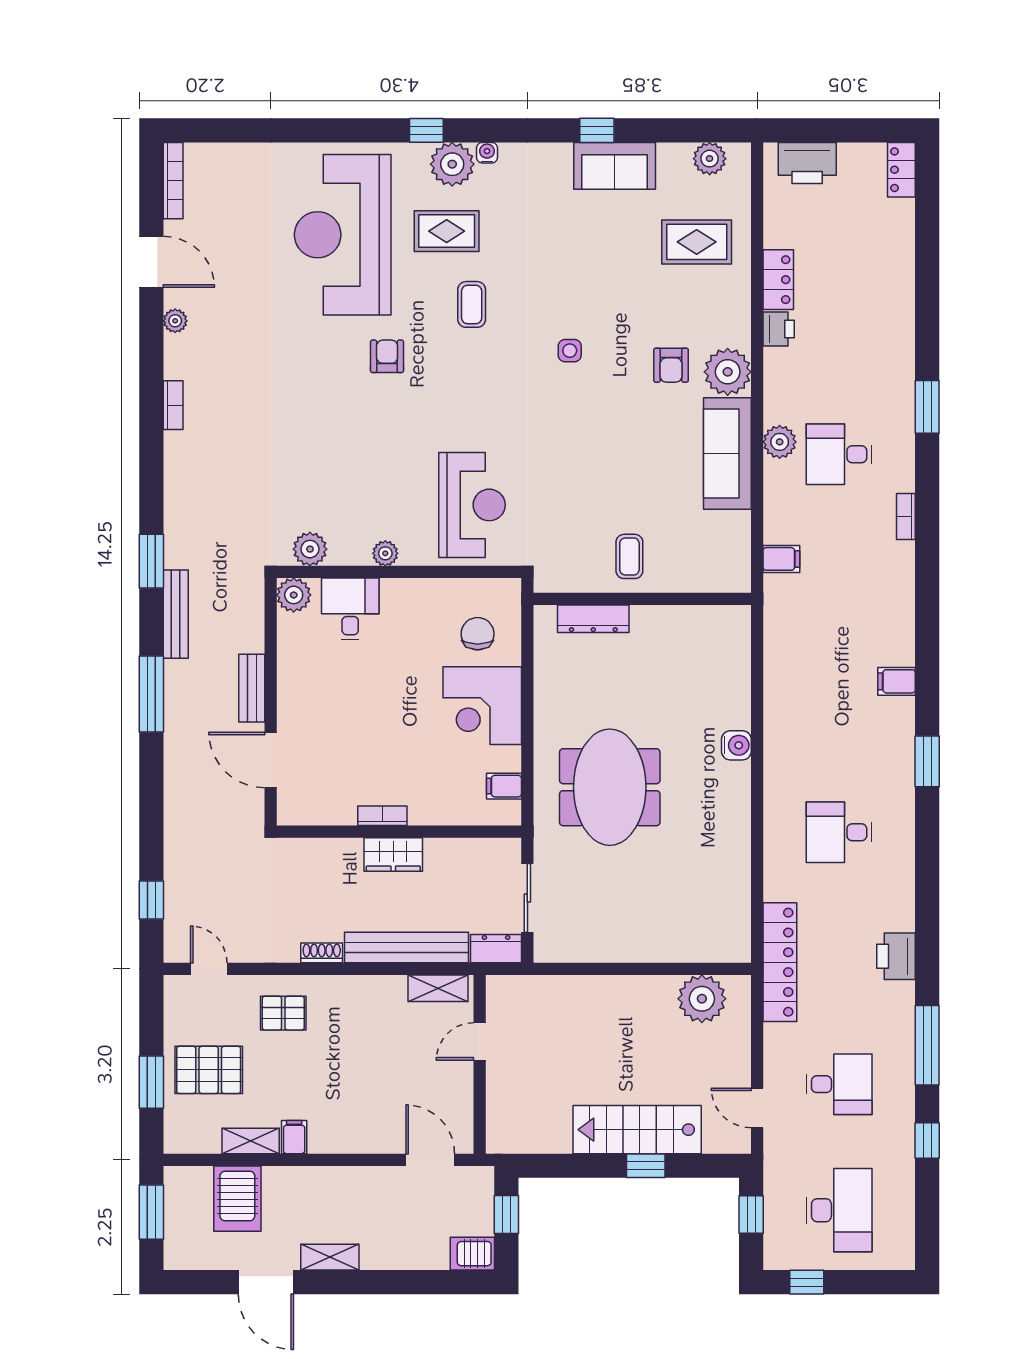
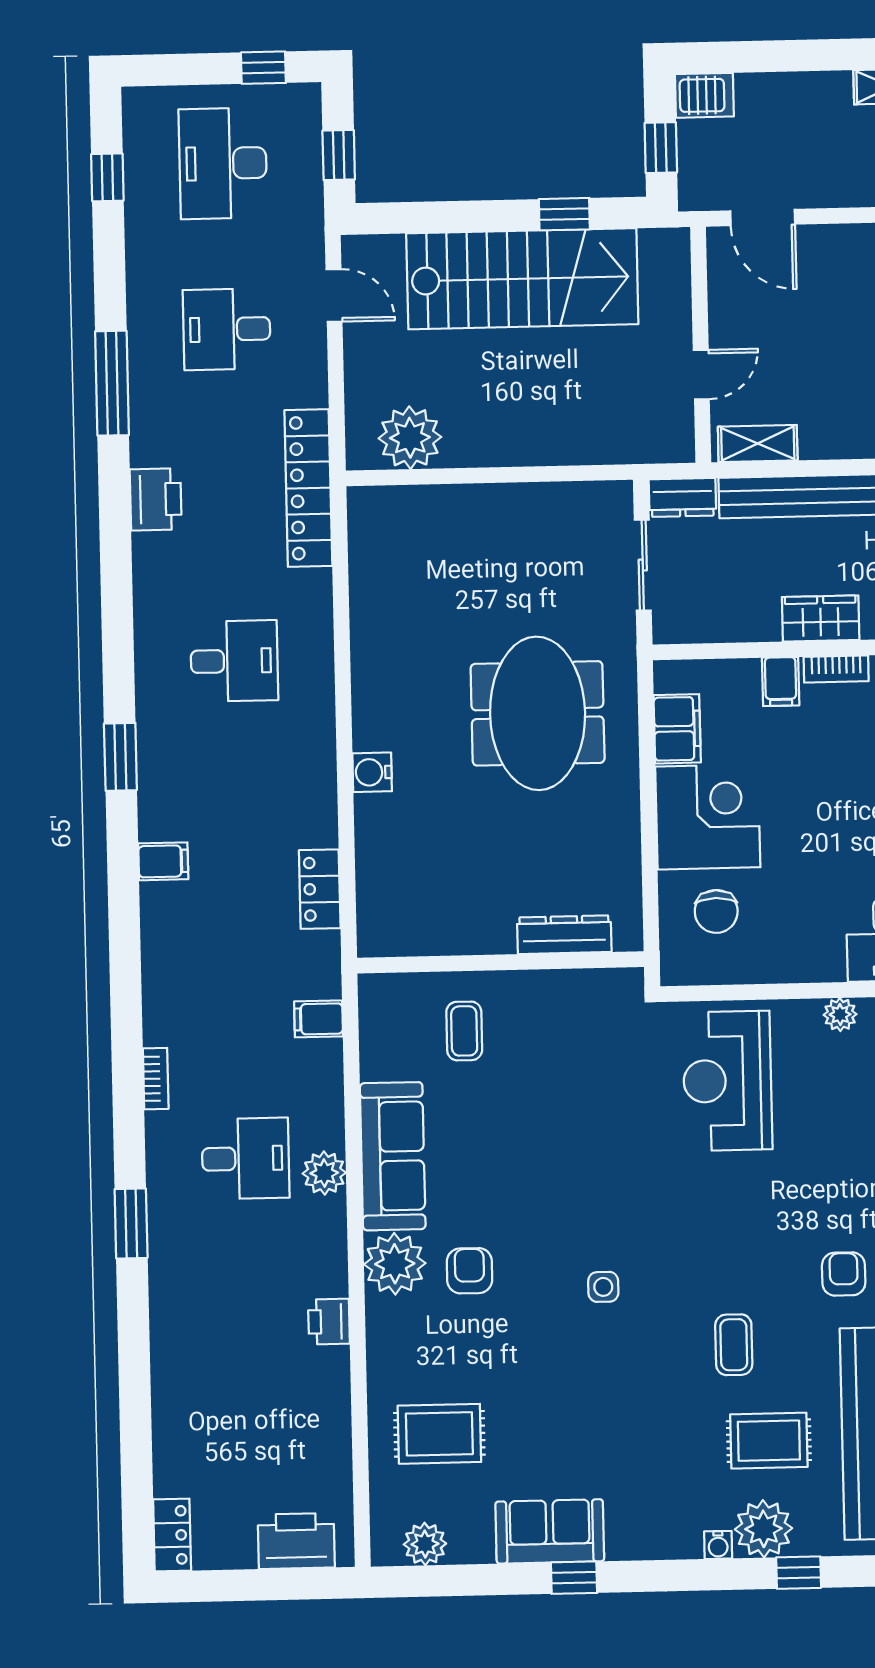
locker: (778, 280) -> (320, 889), moved
armchair: (387, 356) -> (844, 1274), turned 180
coffee table: (629, 556) -> (464, 1031), moved
filing cabinet: (504, 786) -> (677, 729), width x2.00
filing cabinet: (425, 807) -> (781, 682), added
stairs: (637, 1130) -> (522, 279), width x1.36, depth x1.51
window: (927, 1141) -> (107, 177), moved
window: (646, 1166) -> (564, 214), moved

